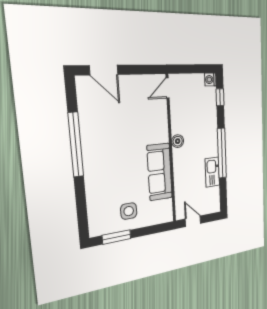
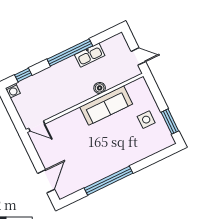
boiler: (178, 141) -> (100, 88), moved
door: (193, 221) -> (138, 56), swing flipped

